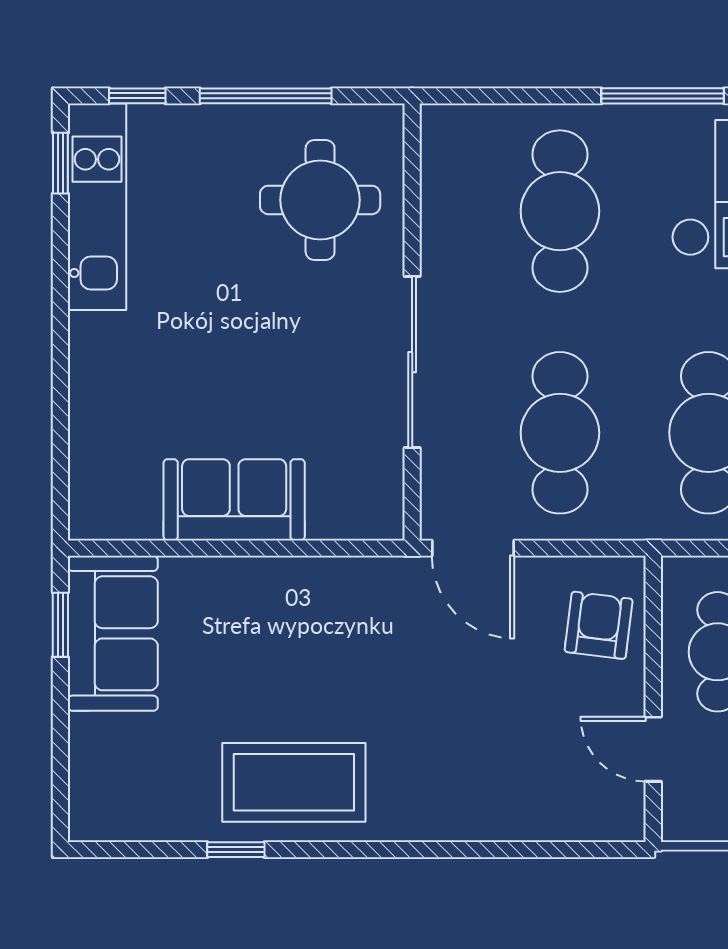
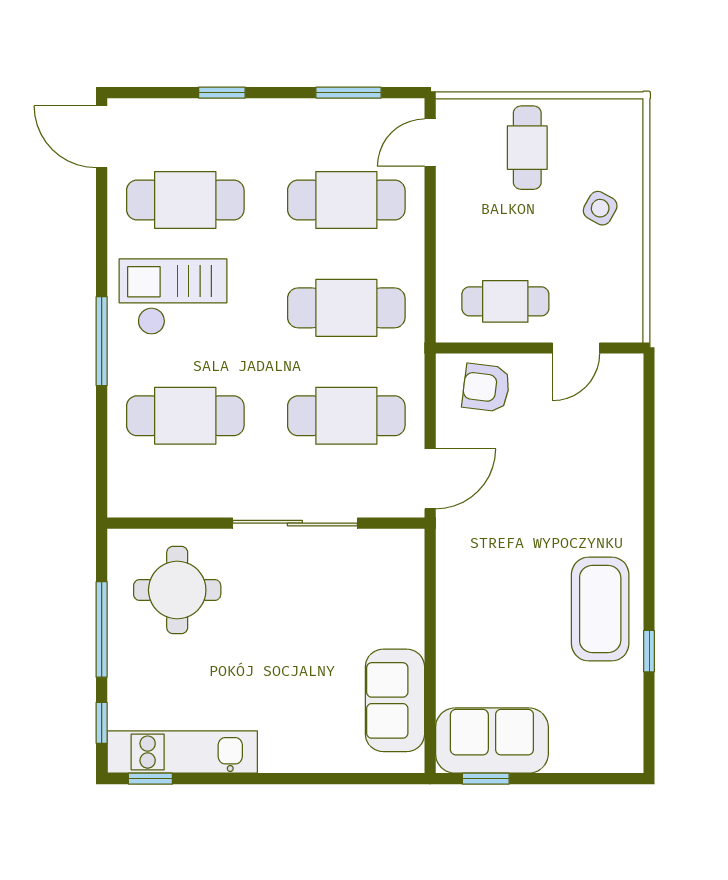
sofa: (234, 500) -> (395, 700), moved

